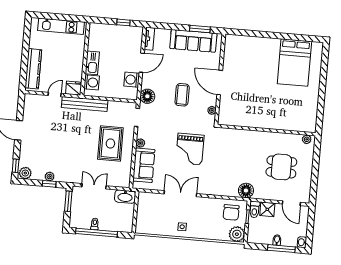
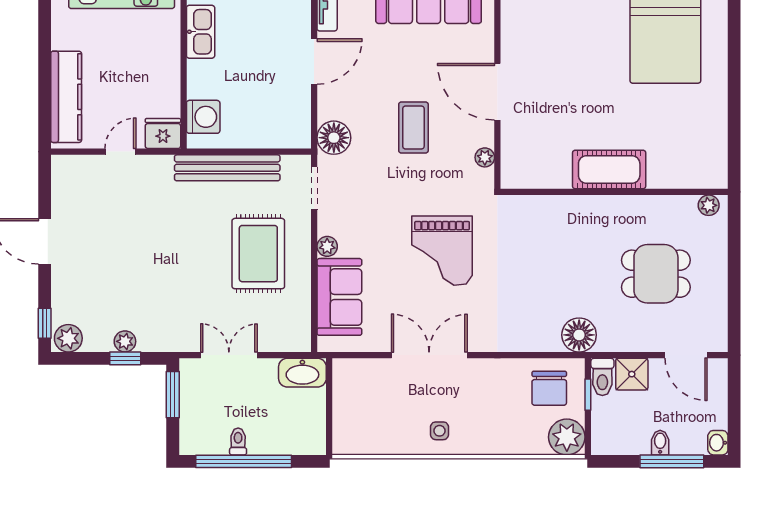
kitchen sink: (92, 63) -> (201, 32), moved
washing machine: (132, 80) -> (295, 103), removed
bench: (85, 104) -> (227, 168), moved
cot: (265, 120) -> (609, 169), added

